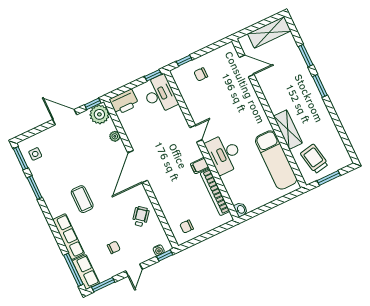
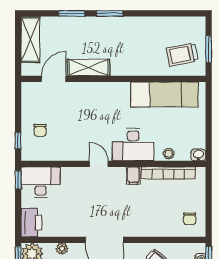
shelving: (288, 130) -> (89, 68), moved
stool: (230, 185) -> (169, 154), added

